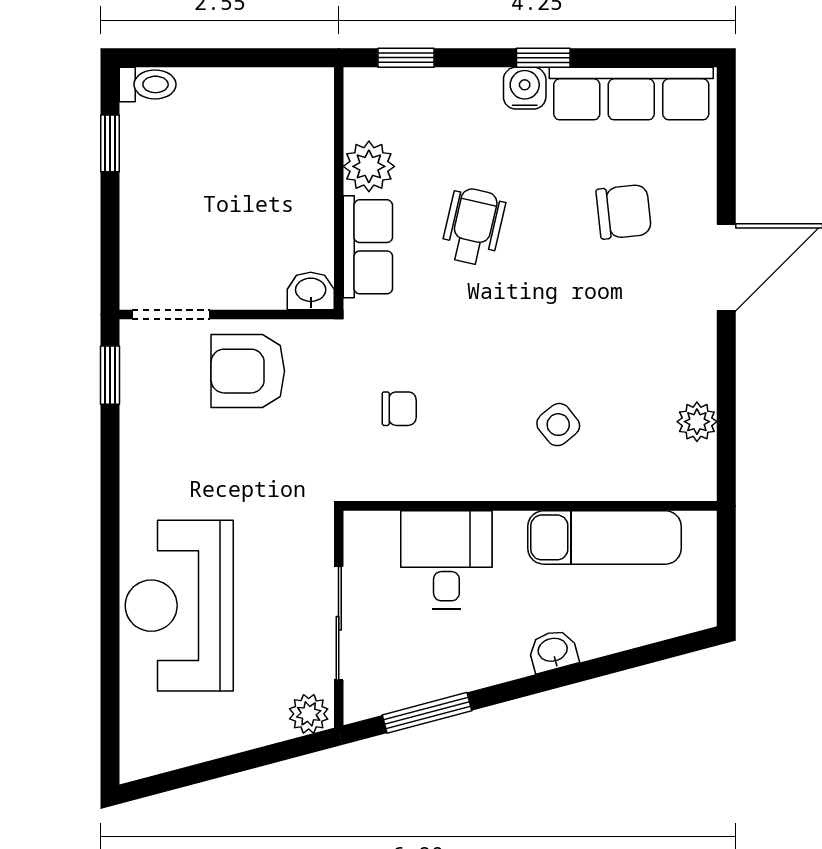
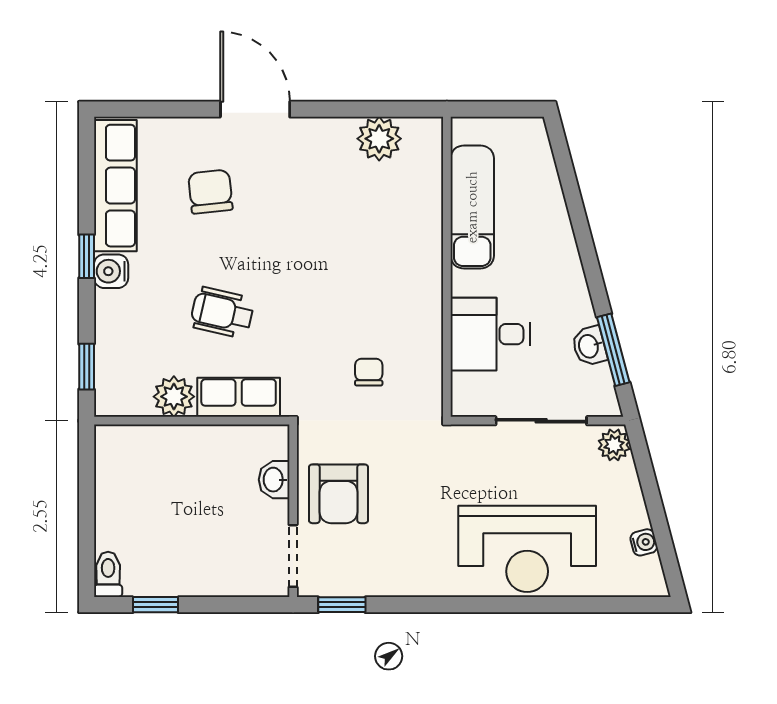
washbasin: (311, 291) -> (274, 480), moved
plant: (697, 422) -> (379, 139), width x1.38, depth x1.38
side table: (558, 425) -> (382, 244), removed
washbasin: (553, 651) -> (589, 346), moved
water cooler: (187, 751) -> (644, 542), added

